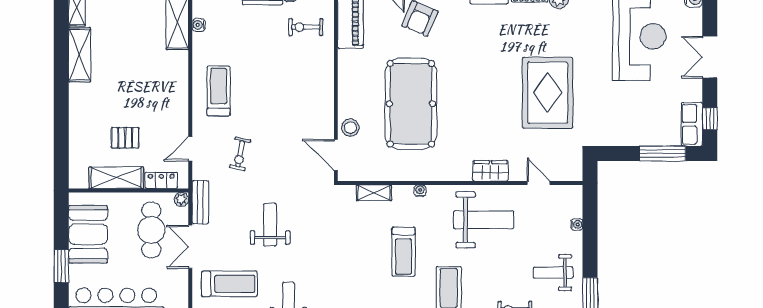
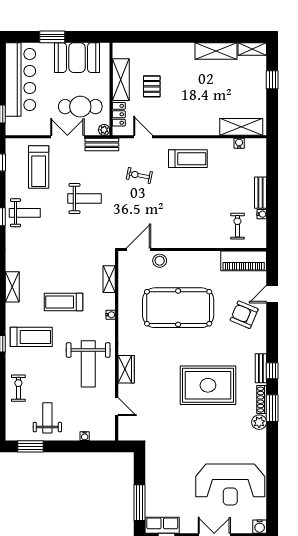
rug: (548, 93) -> (208, 385), moved
door: (539, 183) -> (117, 407), hinge flipped

